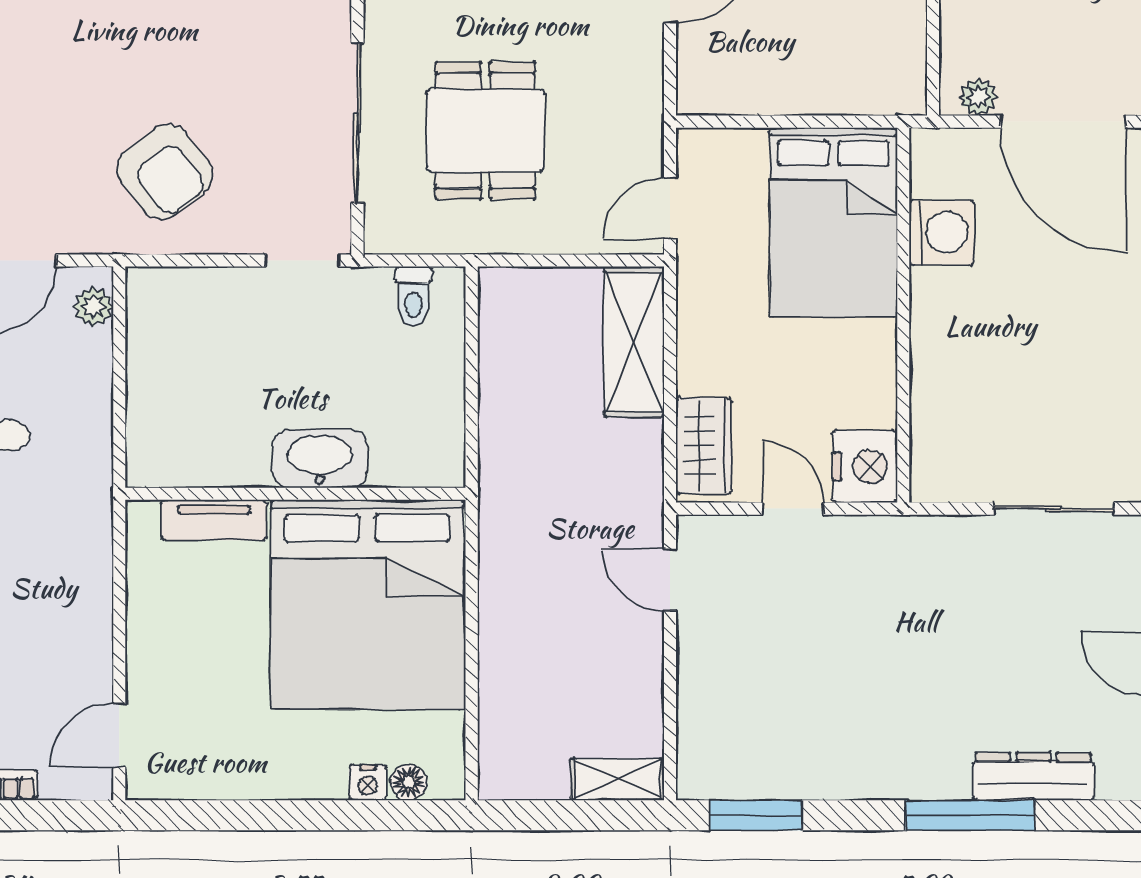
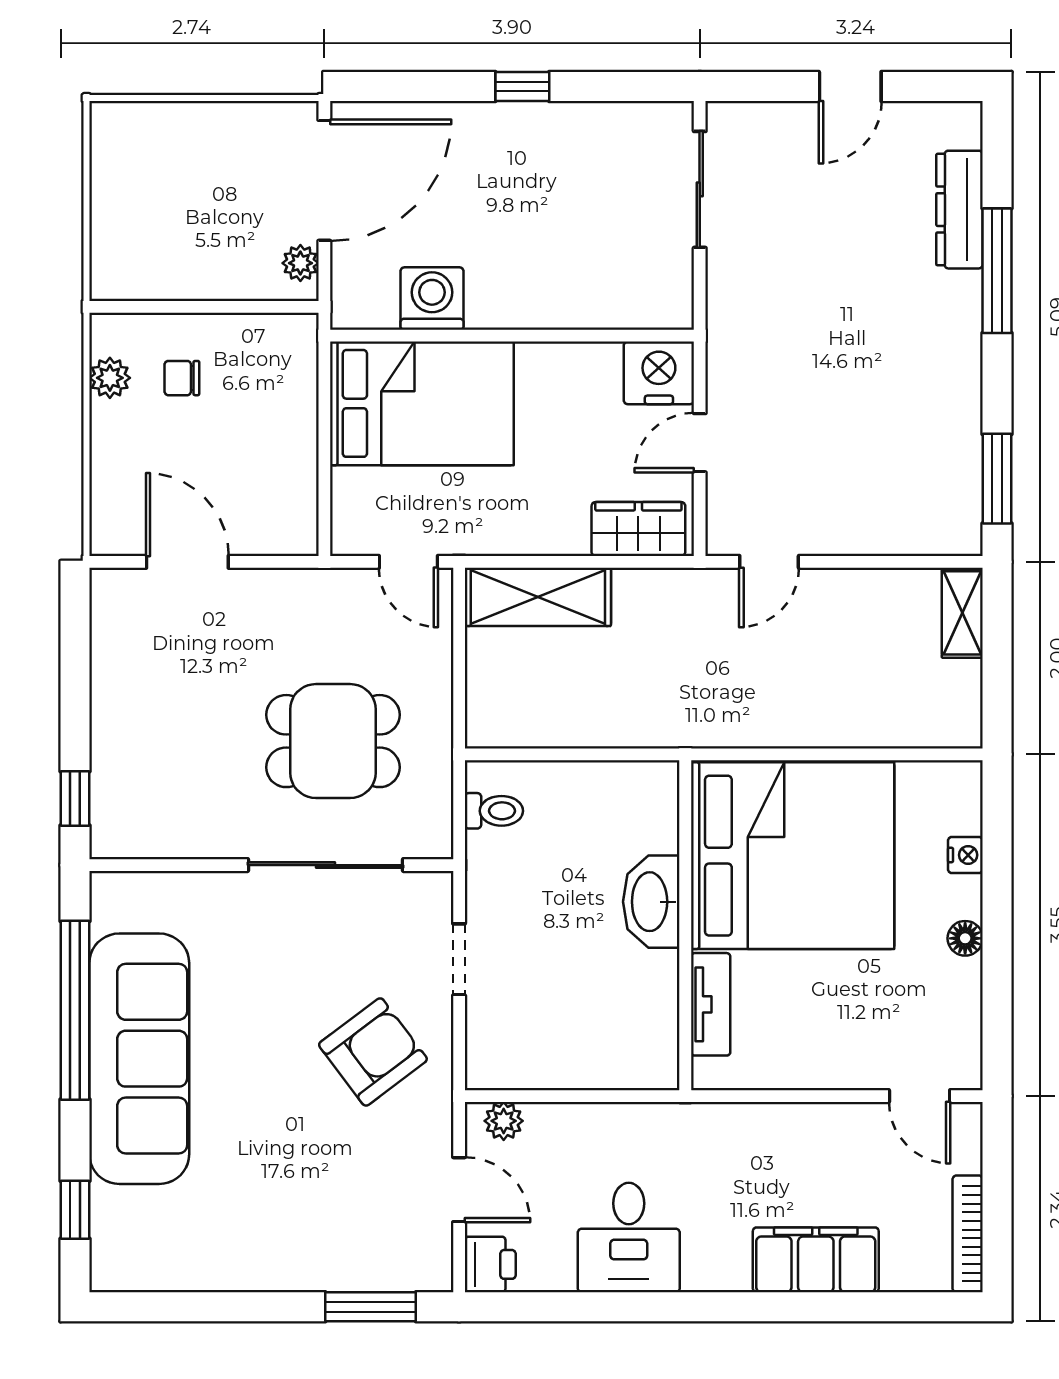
doorway: (303, 261) -> (459, 959), moved
floor lamp: (409, 782) -> (965, 938), moved

